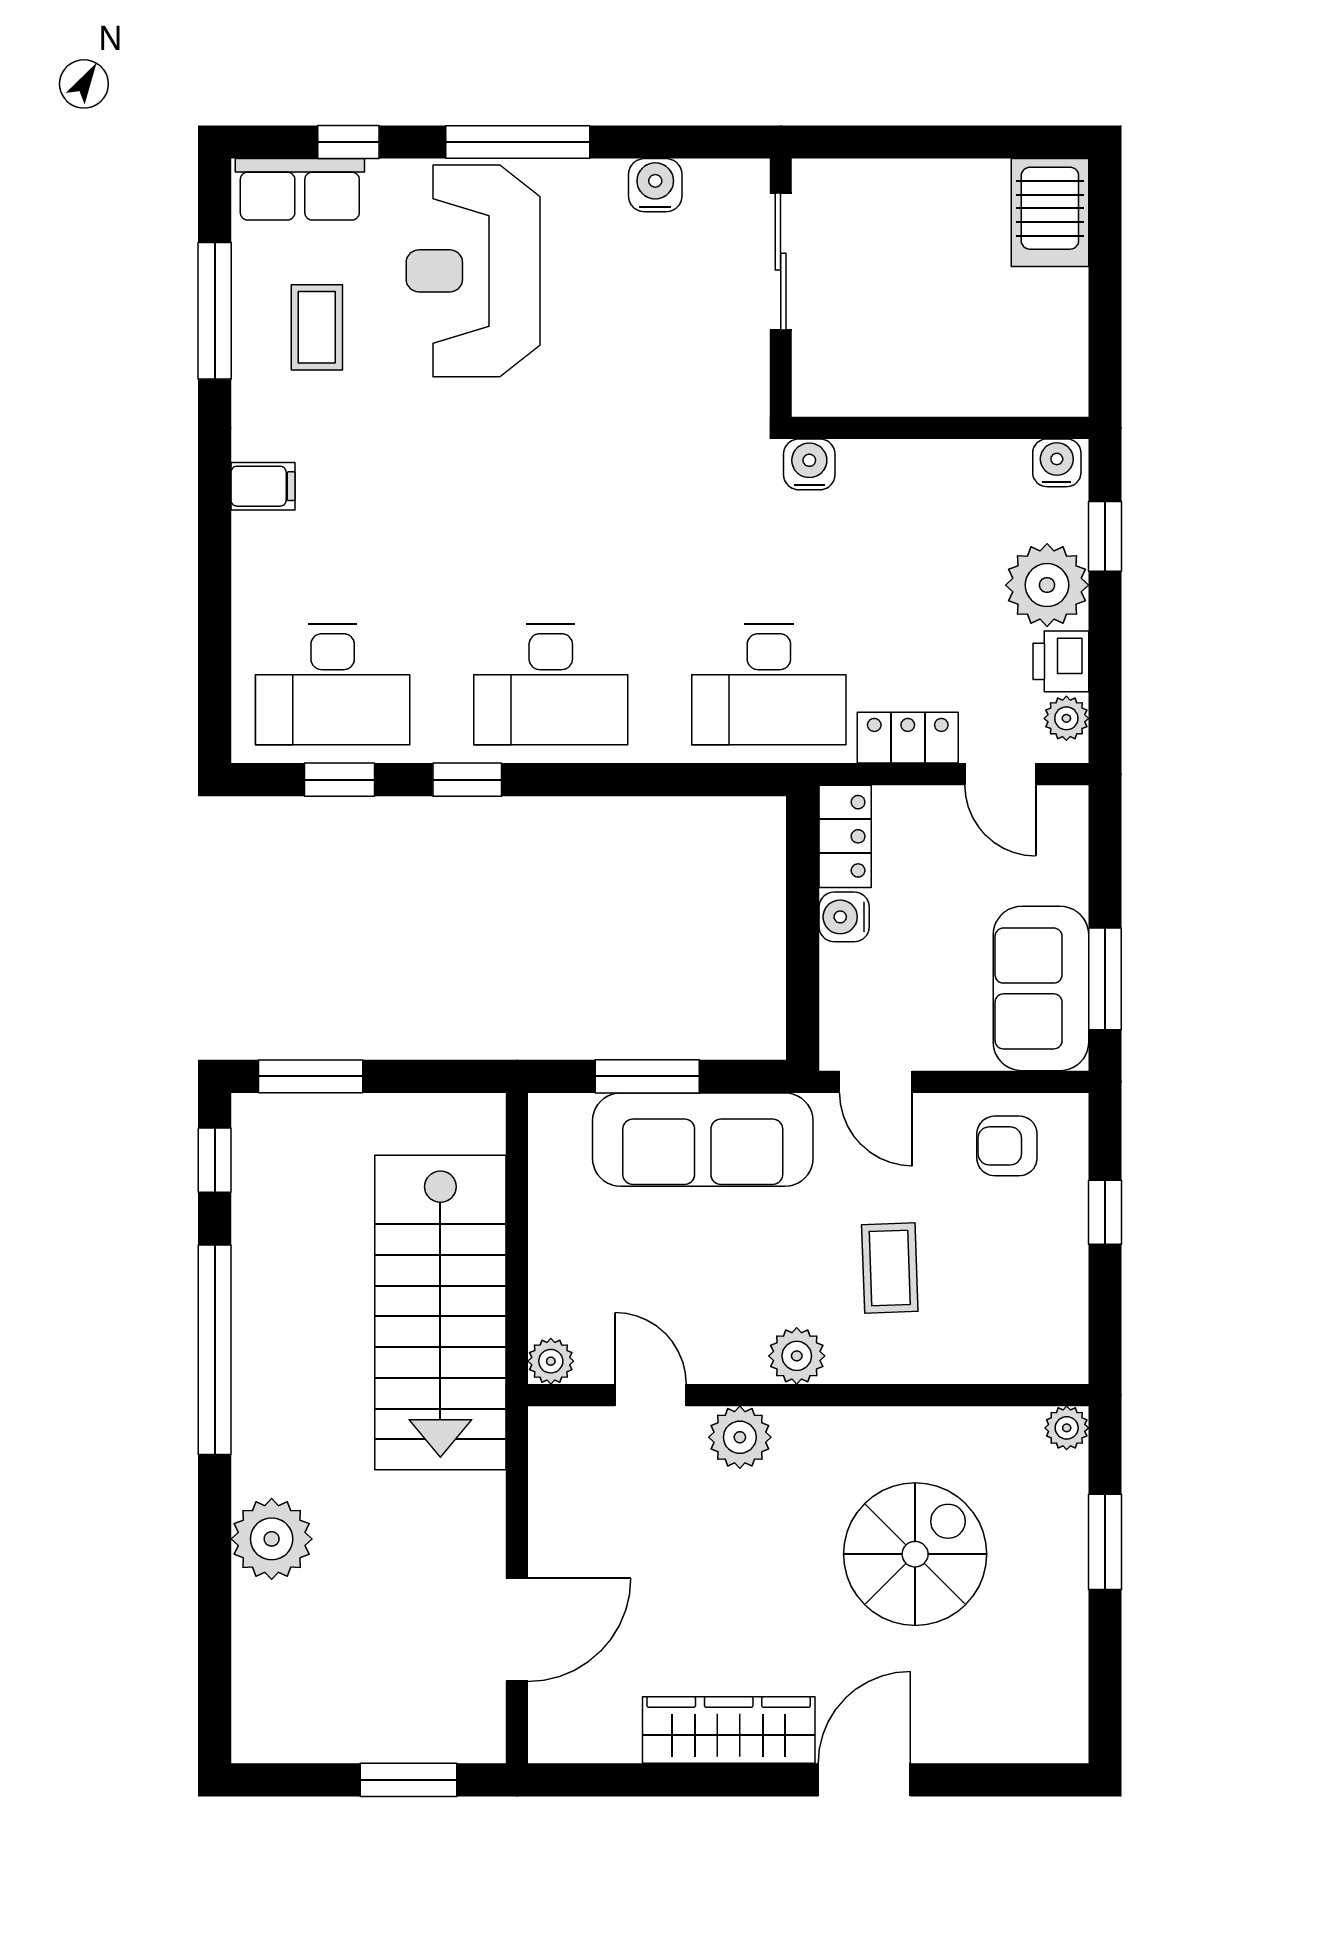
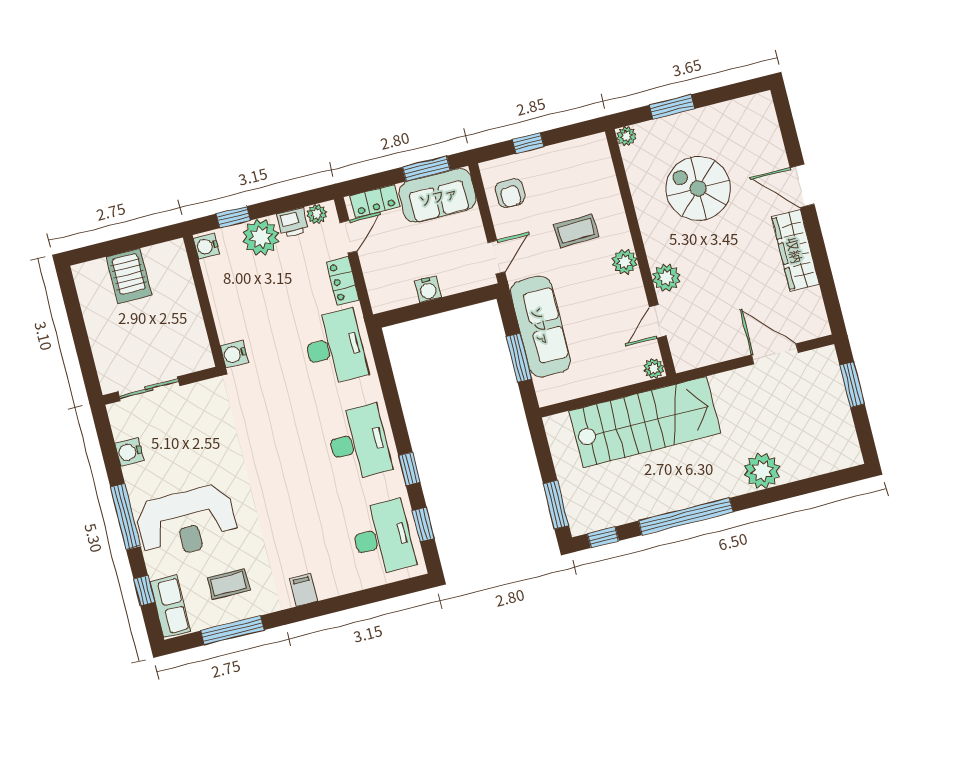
server rack: (1050, 213) -> (129, 276), moved, turned 90
locker: (845, 836) -> (375, 201), moved, turned 180

